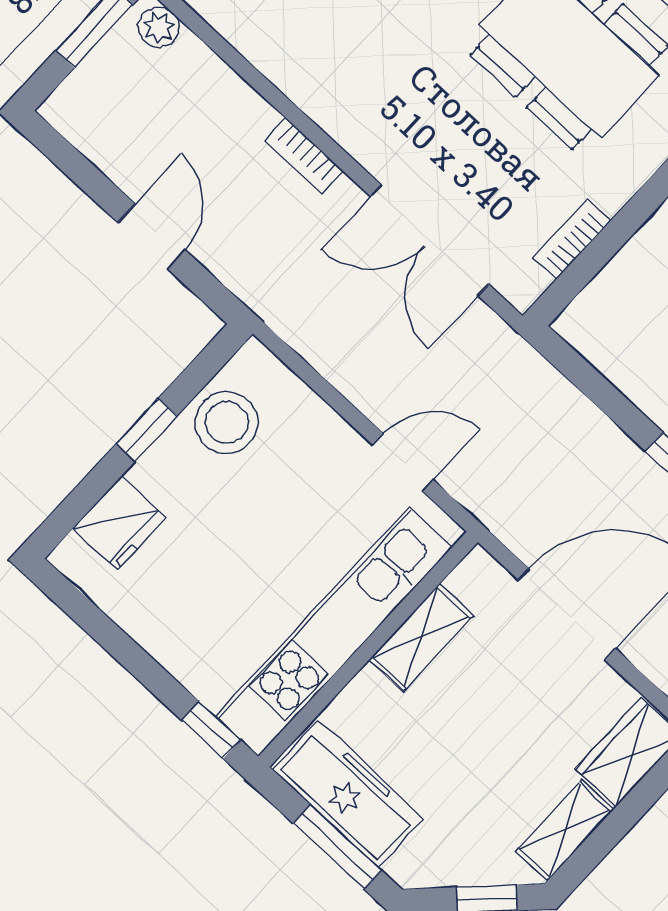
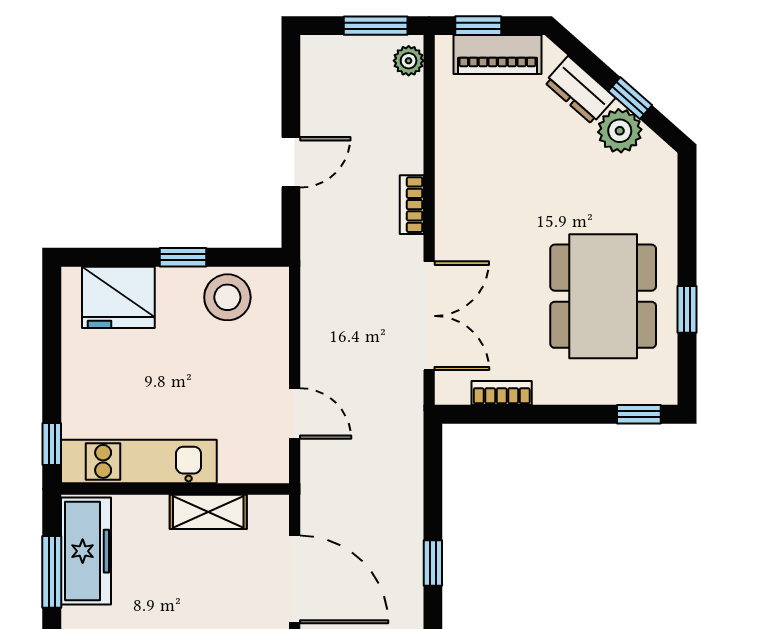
double door: (430, 240) -> (429, 316), swing flipped
fridge: (119, 523) -> (118, 297), width x1.36, depth x1.34
kitchen unit: (334, 632) -> (139, 461), width x0.73

